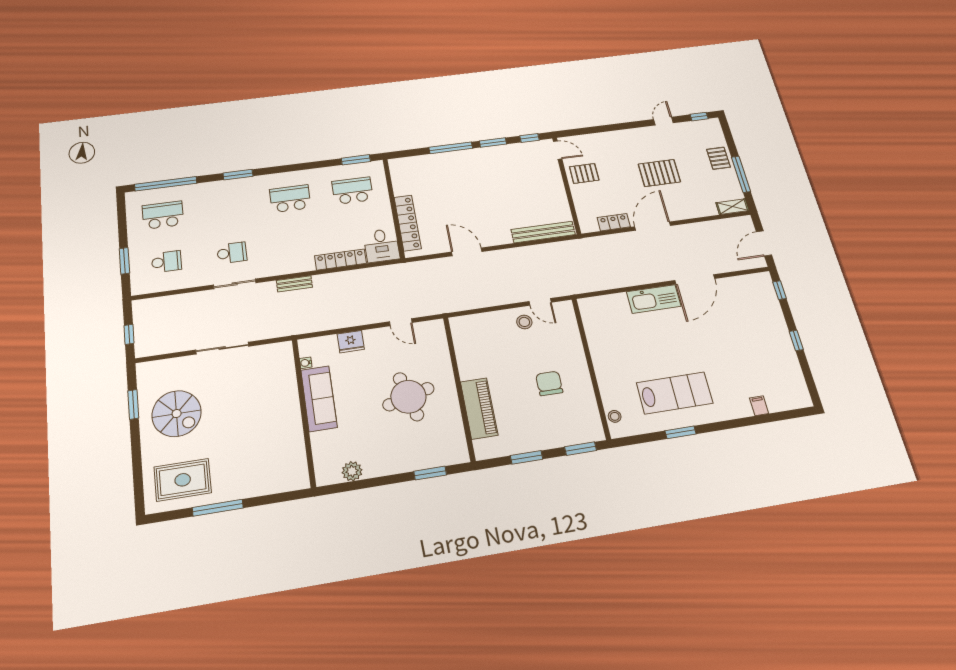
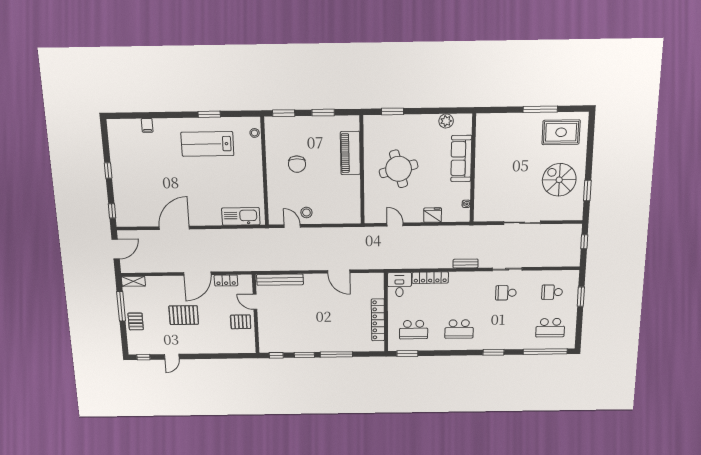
door: (558, 150) -> (255, 302), moved
locker: (408, 223) -> (378, 320), moved
kitchen sink: (654, 299) -> (241, 216), moved
sofa: (319, 399) -> (461, 159), moved

